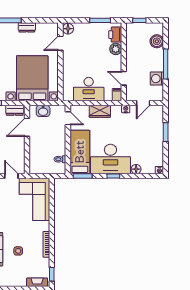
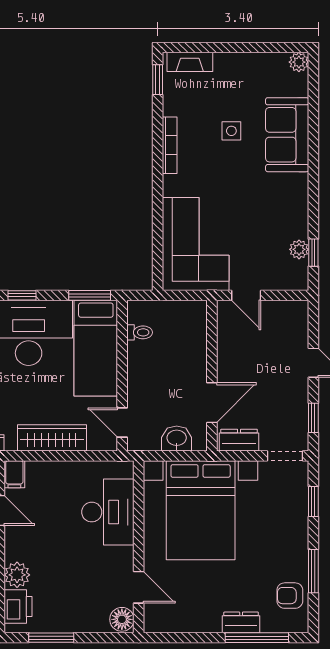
dresser: (27, 27) -> (241, 622), moved
door: (60, 43) -> (139, 587), hinge flipped
desk: (89, 89) -> (108, 512), moved, turned 90
wardrobe: (100, 111) -> (52, 438), width x1.50

